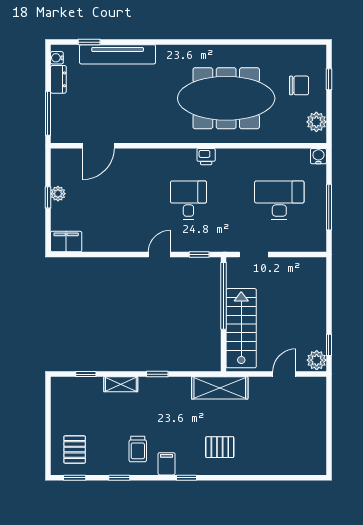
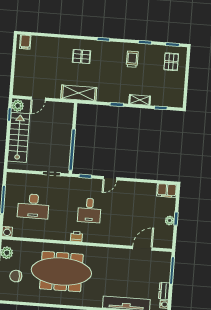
stairs: (241, 328) -> (19, 137), moved, turned 180
filing cabinet: (167, 464) -> (25, 42), moved

